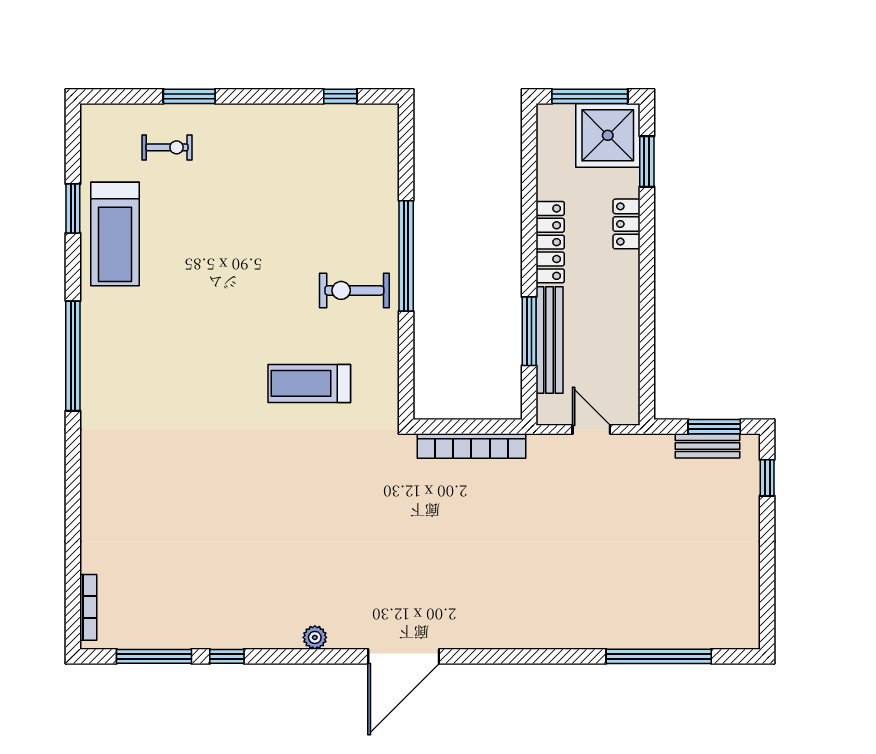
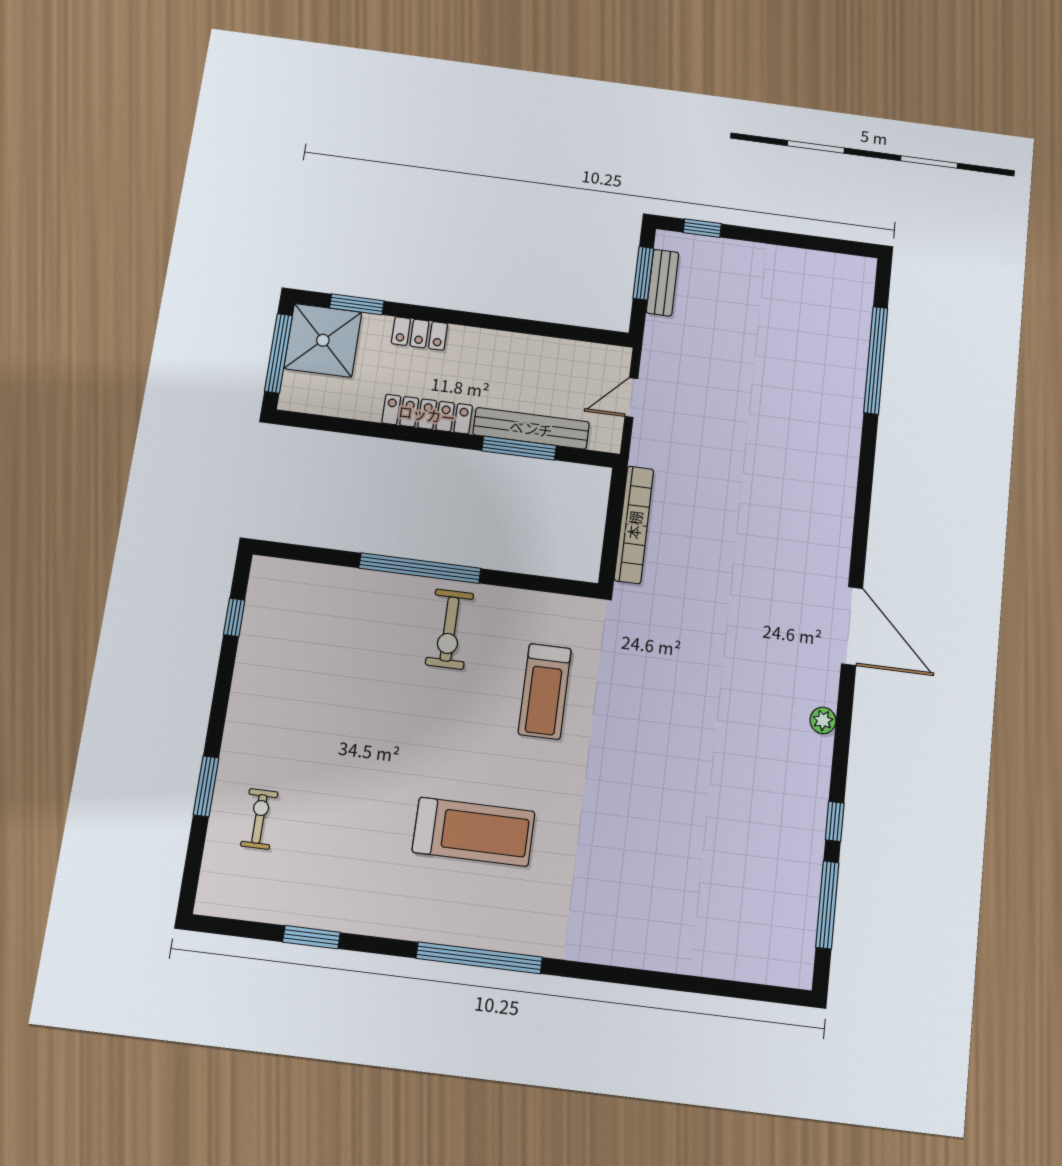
treadmill: (115, 234) -> (474, 832), moved
bookcase: (88, 607) -> (766, 975), removed

